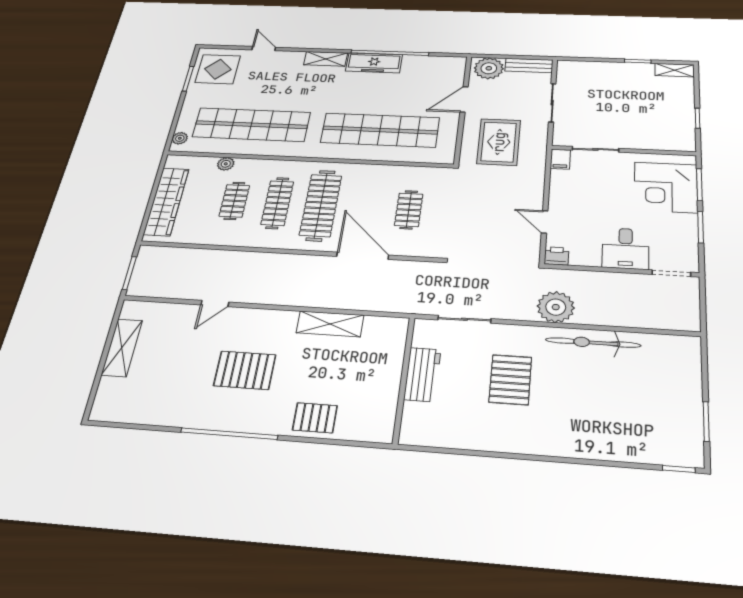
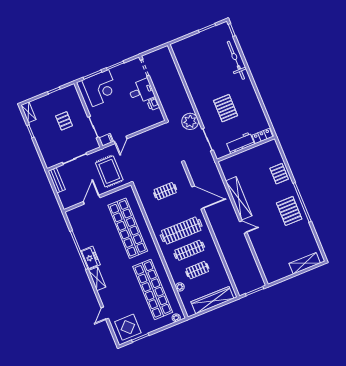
freezer: (374, 63) -> (90, 258), width x0.71
plant: (489, 68) -> (67, 198), removed
door: (464, 99) -> (92, 200), swing flipped
pallet: (631, 112) -> (64, 121), added
rug: (499, 142) -> (109, 171), turned 90
door: (545, 222) -> (121, 140), moved
door: (363, 256) -> (198, 198), swing flipped
printer: (556, 256) -> (153, 104), moved
door: (215, 303) -> (243, 227), moved
plant: (556, 307) -> (190, 121), moved
shelving: (330, 324) -> (239, 198), width x1.47
bicycle: (593, 343) -> (236, 60), moved, turned 180
shelving: (122, 348) -> (305, 263), moved
pallet: (245, 370) -> (289, 211), moved
pallet: (510, 380) -> (226, 108), turned 90
locker: (412, 422) -> (262, 136), added

